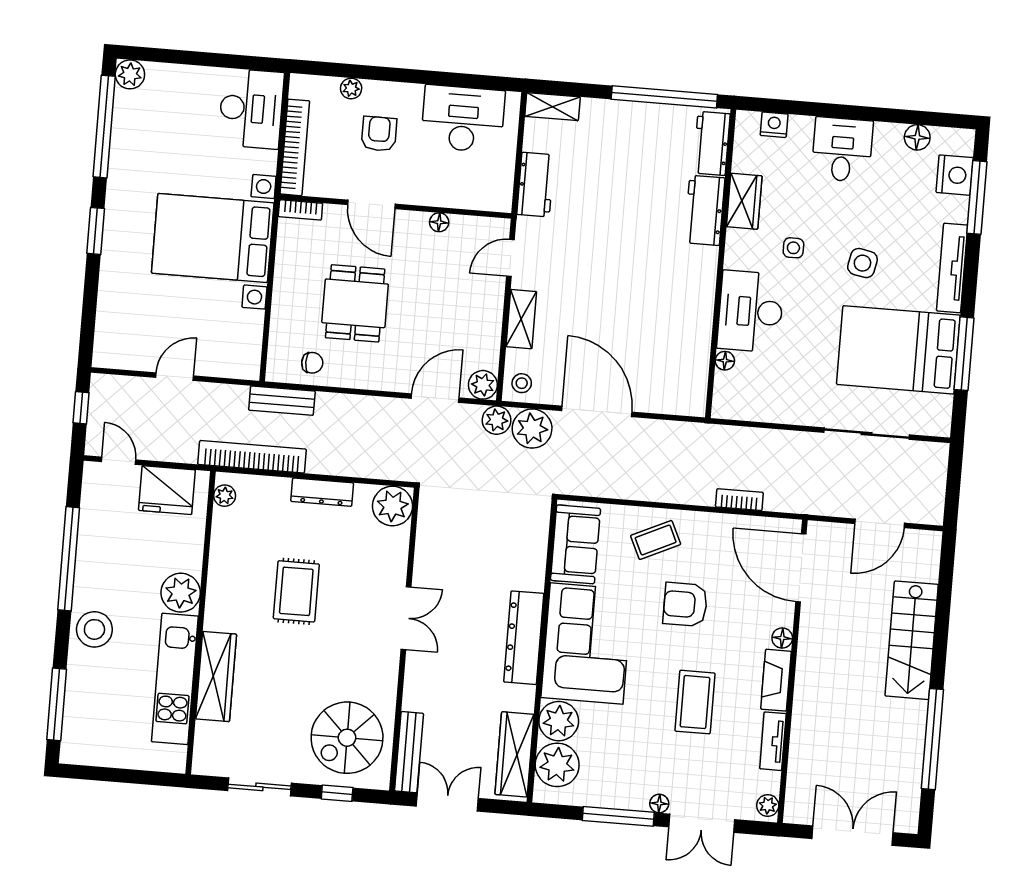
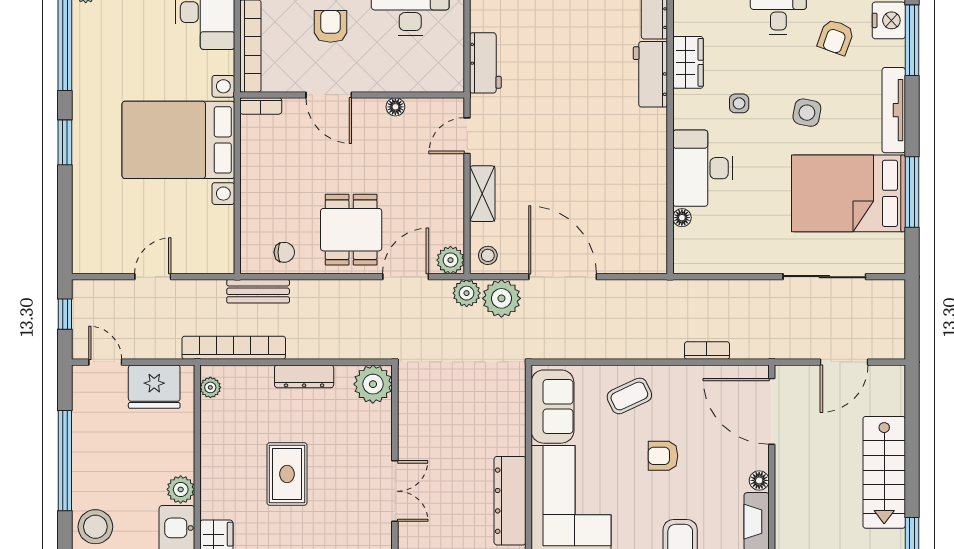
armchair: (899, 188) -> (836, 37), added
dining table: (355, 303) -> (351, 230), moved
plant: (181, 593) -> (181, 489), width x0.73, depth x0.73
armchair: (685, 604) -> (663, 456), width x0.72, depth x0.72

